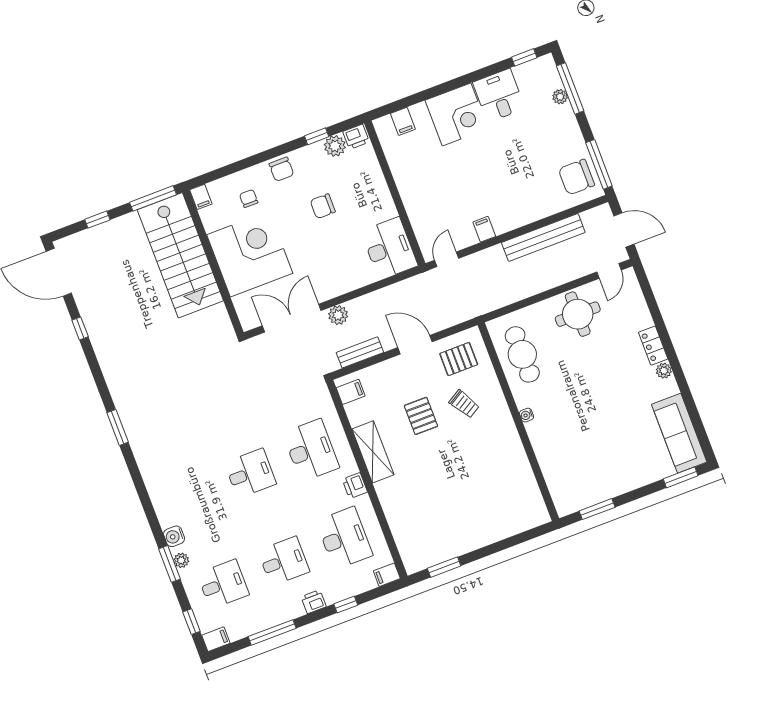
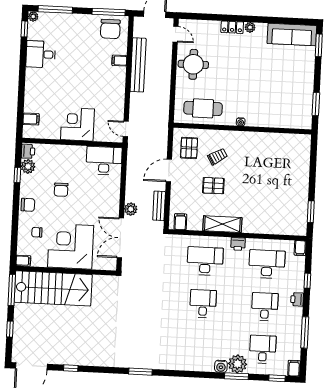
plant: (560, 97) -> (33, 17), moved
corner desk: (457, 114) -> (78, 124), moved, turned -90
filing cabinet: (484, 229) -> (119, 61), moved
plant: (181, 560) -> (238, 364), width x1.88, depth x1.88

